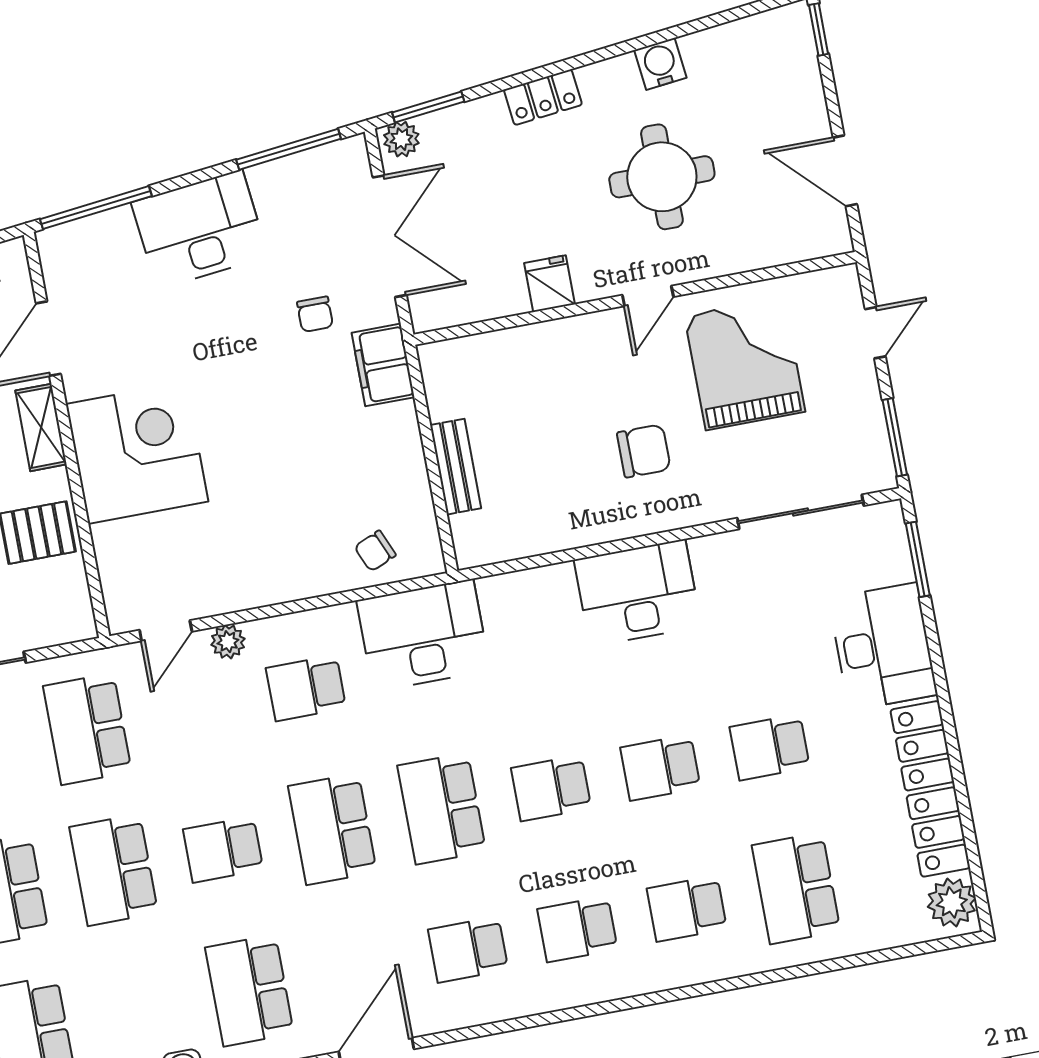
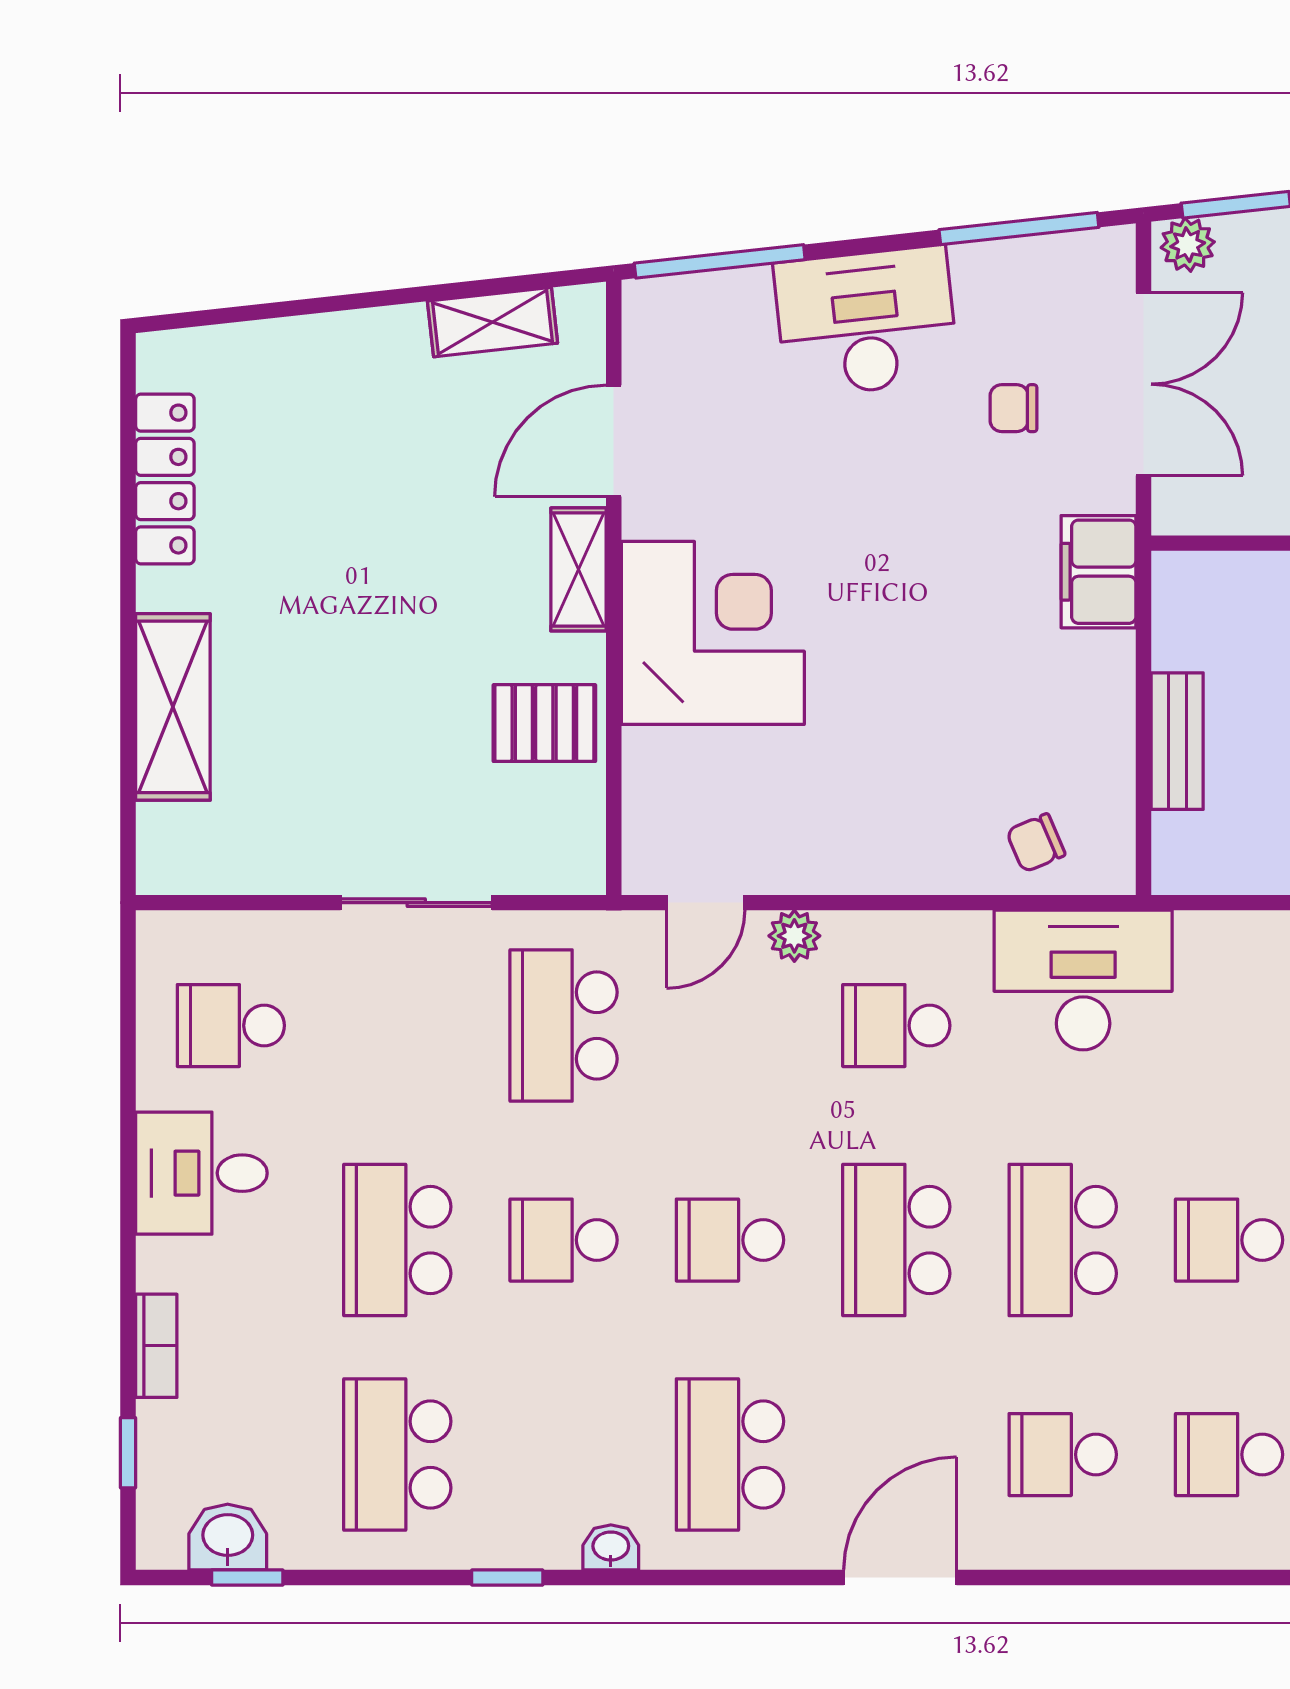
chair: (315, 314) -> (1013, 408), moved, turned 90
school desk: (114, 870) -> (564, 1240), width x0.54

